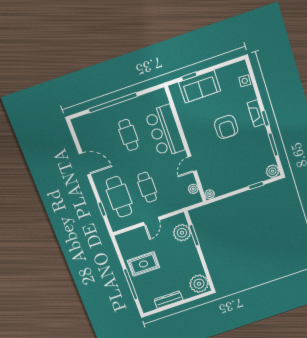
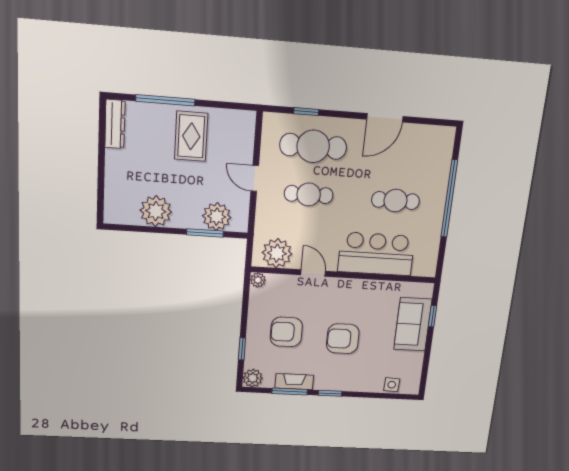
fireplace: (256, 113) -> (294, 382), moved
armchair: (235, 164) -> (286, 332), added
plant: (193, 189) -> (277, 253), width x1.88, depth x1.88
plant: (199, 284) -> (156, 211), moved
dresser: (168, 300) -> (115, 124), moved

